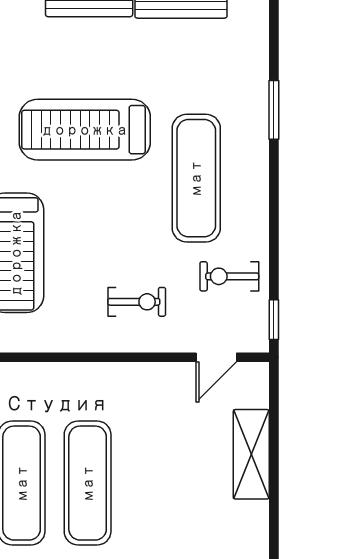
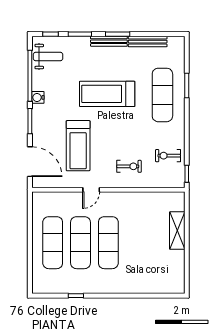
exercise mat: (196, 178) -> (162, 95), moved
door: (216, 357) -> (91, 190), moved

